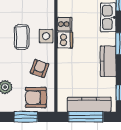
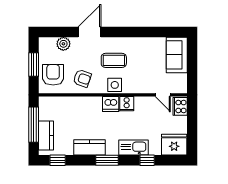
kitchen counter: (89, 104) -> (46, 136), width x0.67

